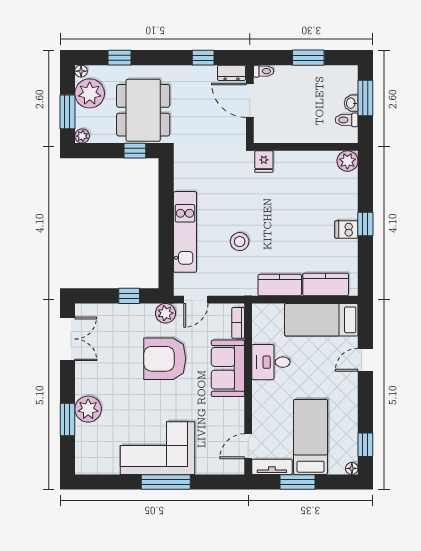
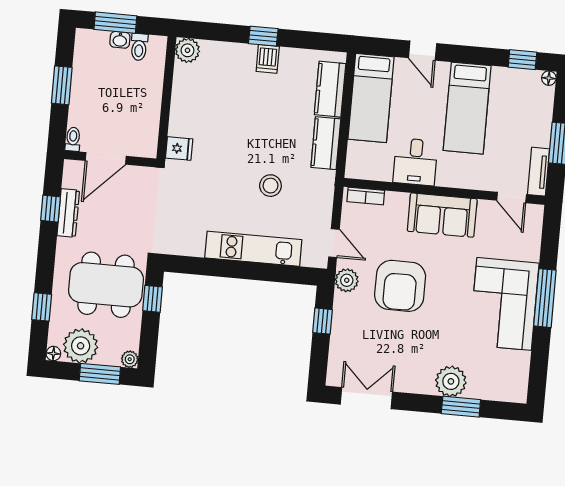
dresser: (232, 73) -> (68, 213), moved, width x1.44
sofa: (228, 368) -> (442, 215), moved
bed: (311, 437) -> (467, 108), moved, turned -90

